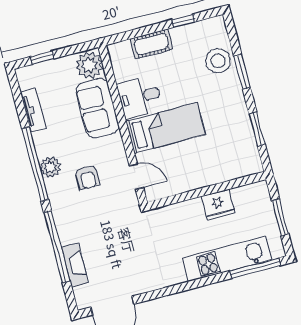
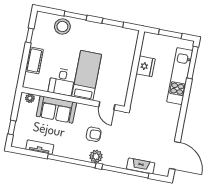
plant: (89, 65) -> (30, 98), width x0.53, depth x0.53
plant: (50, 167) -> (96, 156), moved
door: (136, 177) -> (107, 106), swing flipped

